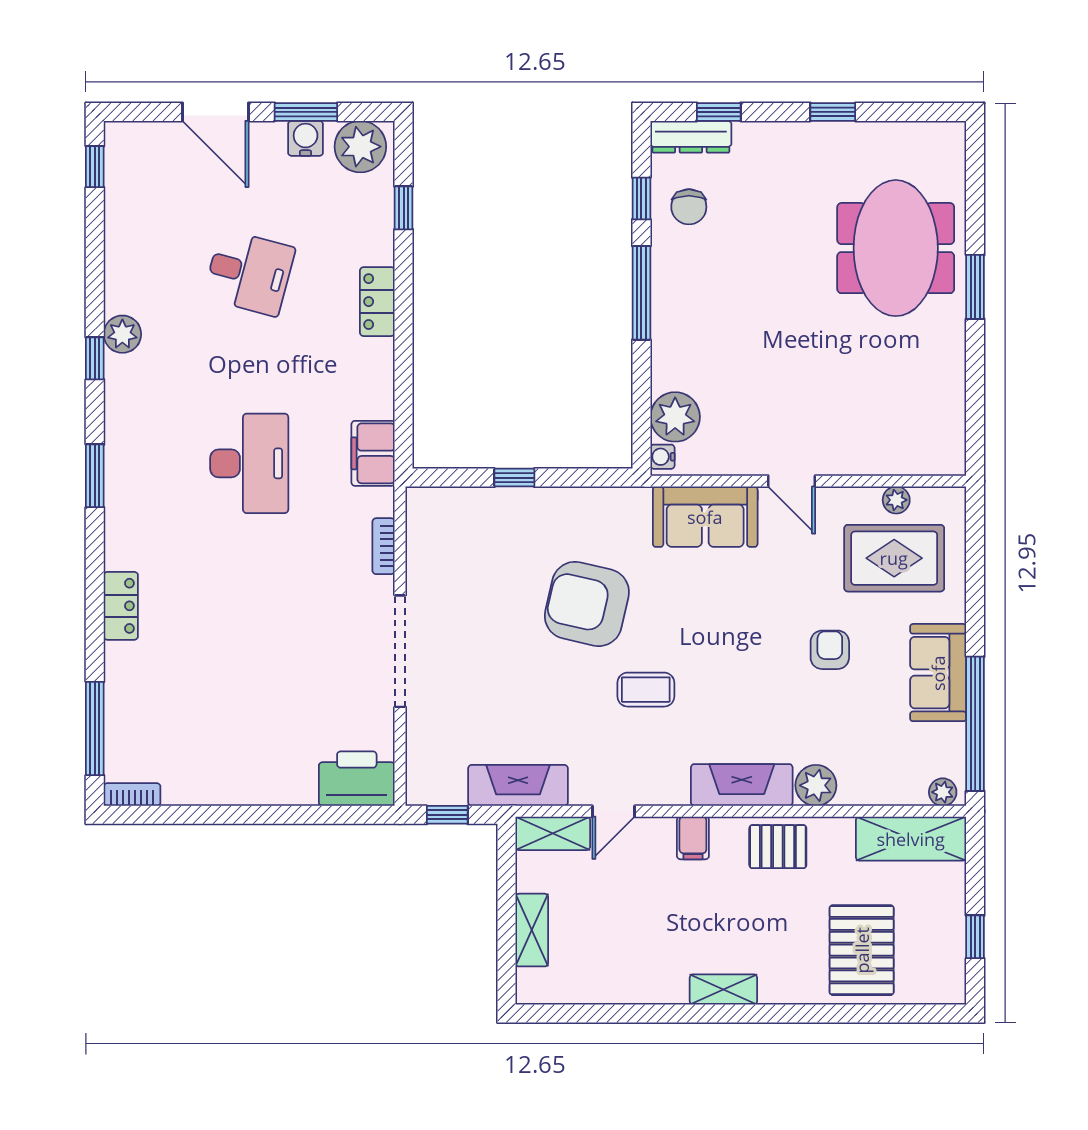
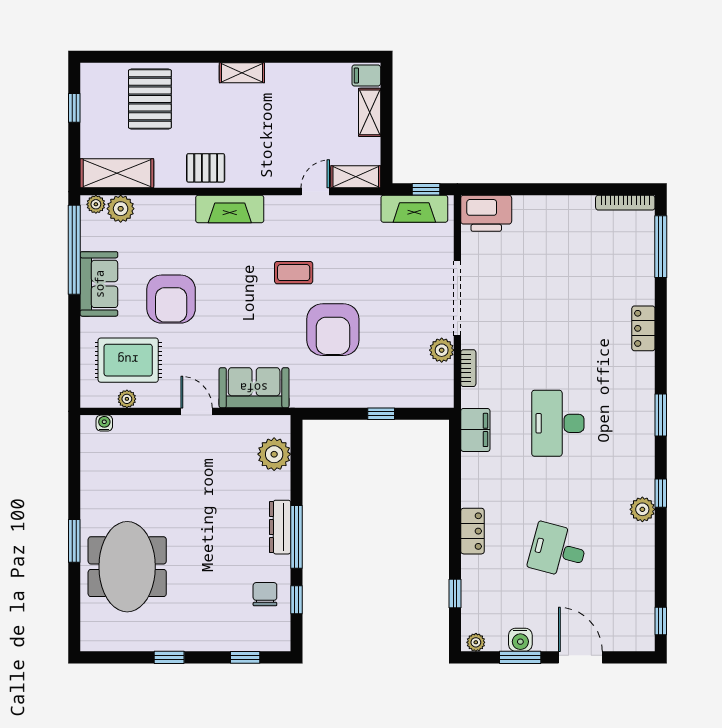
dresser: (691, 137) -> (280, 527), moved, turned -90
plant: (360, 147) -> (476, 642), width x0.53, depth x0.53
water cooler: (662, 457) -> (104, 423), moved, turned -90
plant: (424, 573) -> (442, 350), added
armchair: (587, 604) -> (333, 330), turned 77
armchair: (830, 650) -> (171, 299), width x1.88, depth x1.88
fireplace: (518, 785) -> (414, 209), moved
plant: (816, 785) -> (121, 209), moved
bookcase: (132, 795) -> (625, 203), width x1.56
filing cabinet: (693, 838) -> (366, 76), moved, turned -90

